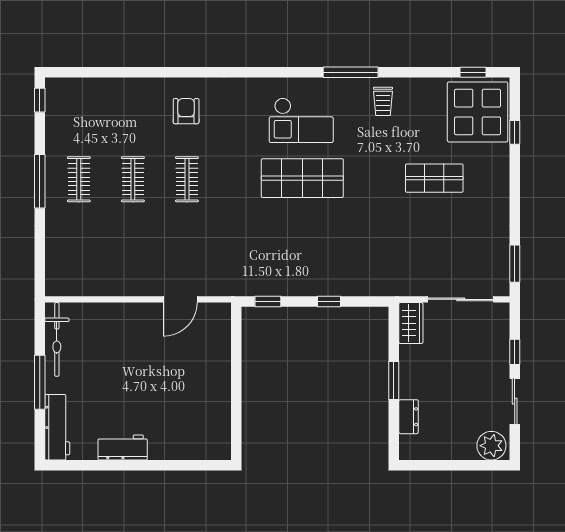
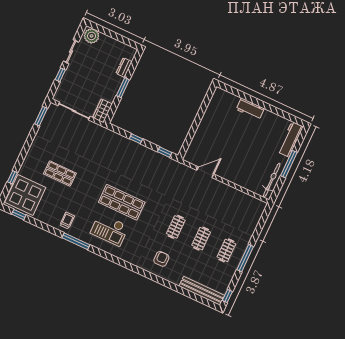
bench: (89, 88) -> (202, 291), added
armchair: (186, 111) -> (161, 259), turned 180
checkout: (301, 120) -> (110, 230), turned 180
workbench: (123, 447) -> (250, 109), moved

